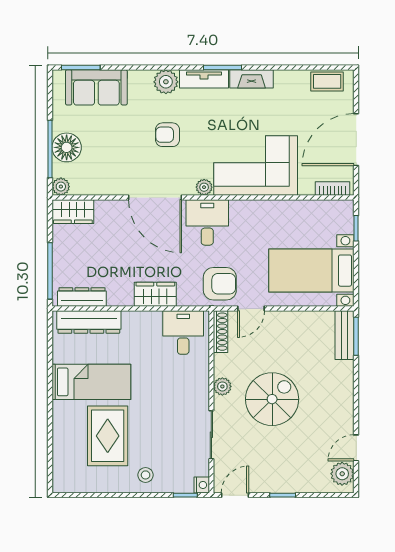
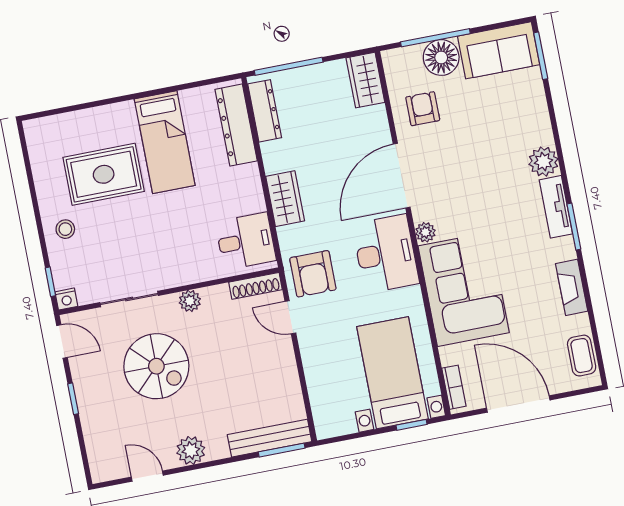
fireplace: (252, 79) -> (572, 287), moved
sofa: (96, 87) -> (499, 50), moved, turned -90
armchair: (167, 135) -> (423, 109), moved
plant: (61, 187) -> (393, 60), removed
desk: (207, 222) -> (386, 254), width x1.37
bed with nightstands: (311, 271) -> (392, 373), moved
bench: (345, 335) -> (270, 438), width x1.36
spiral stairs: (272, 399) -> (156, 366), moved
plant: (342, 474) -> (191, 450), moved

